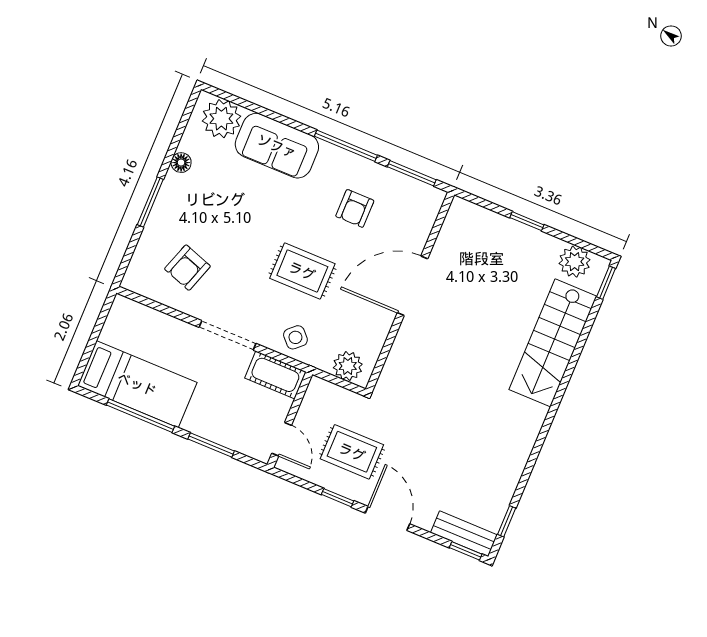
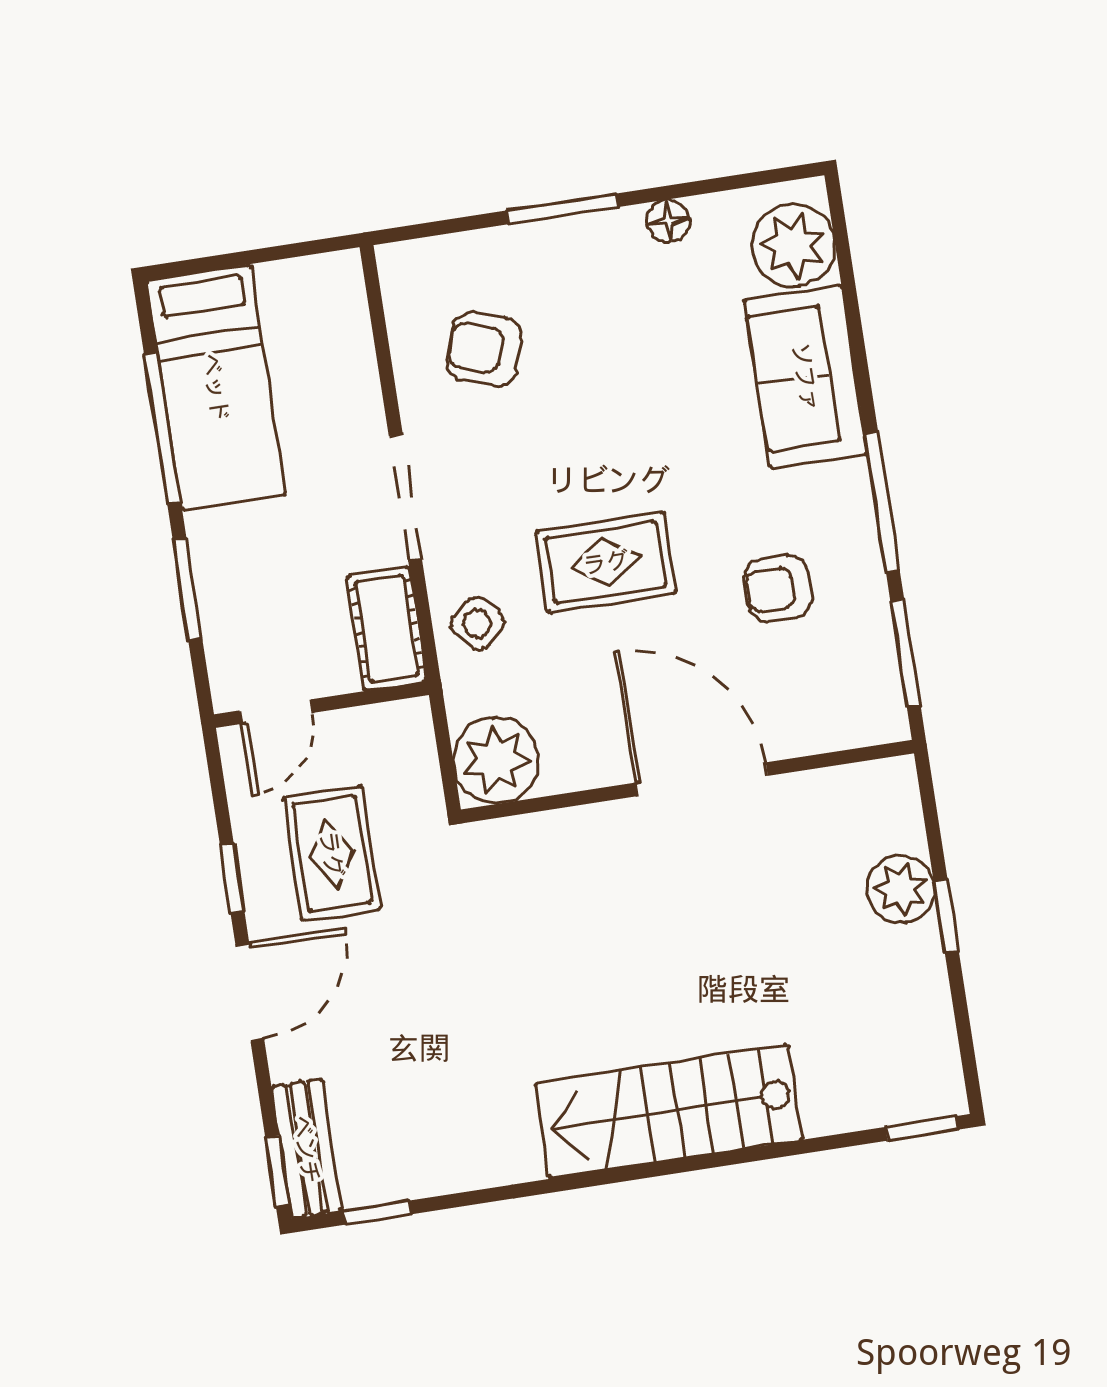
plant: (575, 262) -> (901, 889), moved
rug: (302, 271) -> (606, 562), turned 90
stairs: (553, 343) -> (669, 1112), moved
plant: (348, 366) -> (496, 760), width x1.36, depth x1.36

